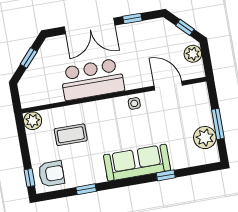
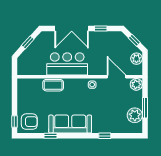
plant: (33, 121) -> (136, 84), moved
coffee table: (71, 135) -> (53, 85), moved
sofa: (137, 163) -> (70, 124), moved

